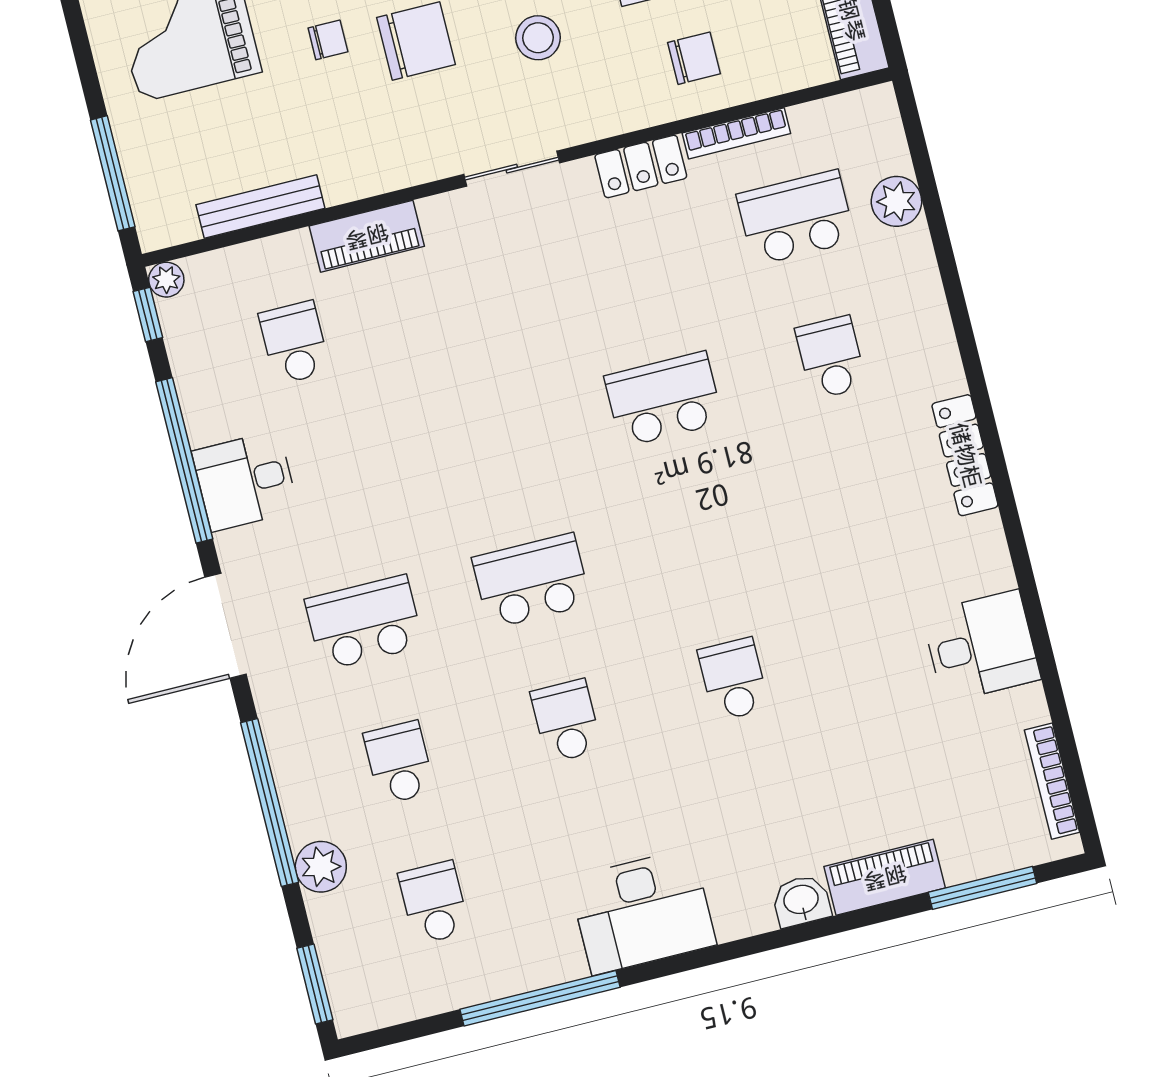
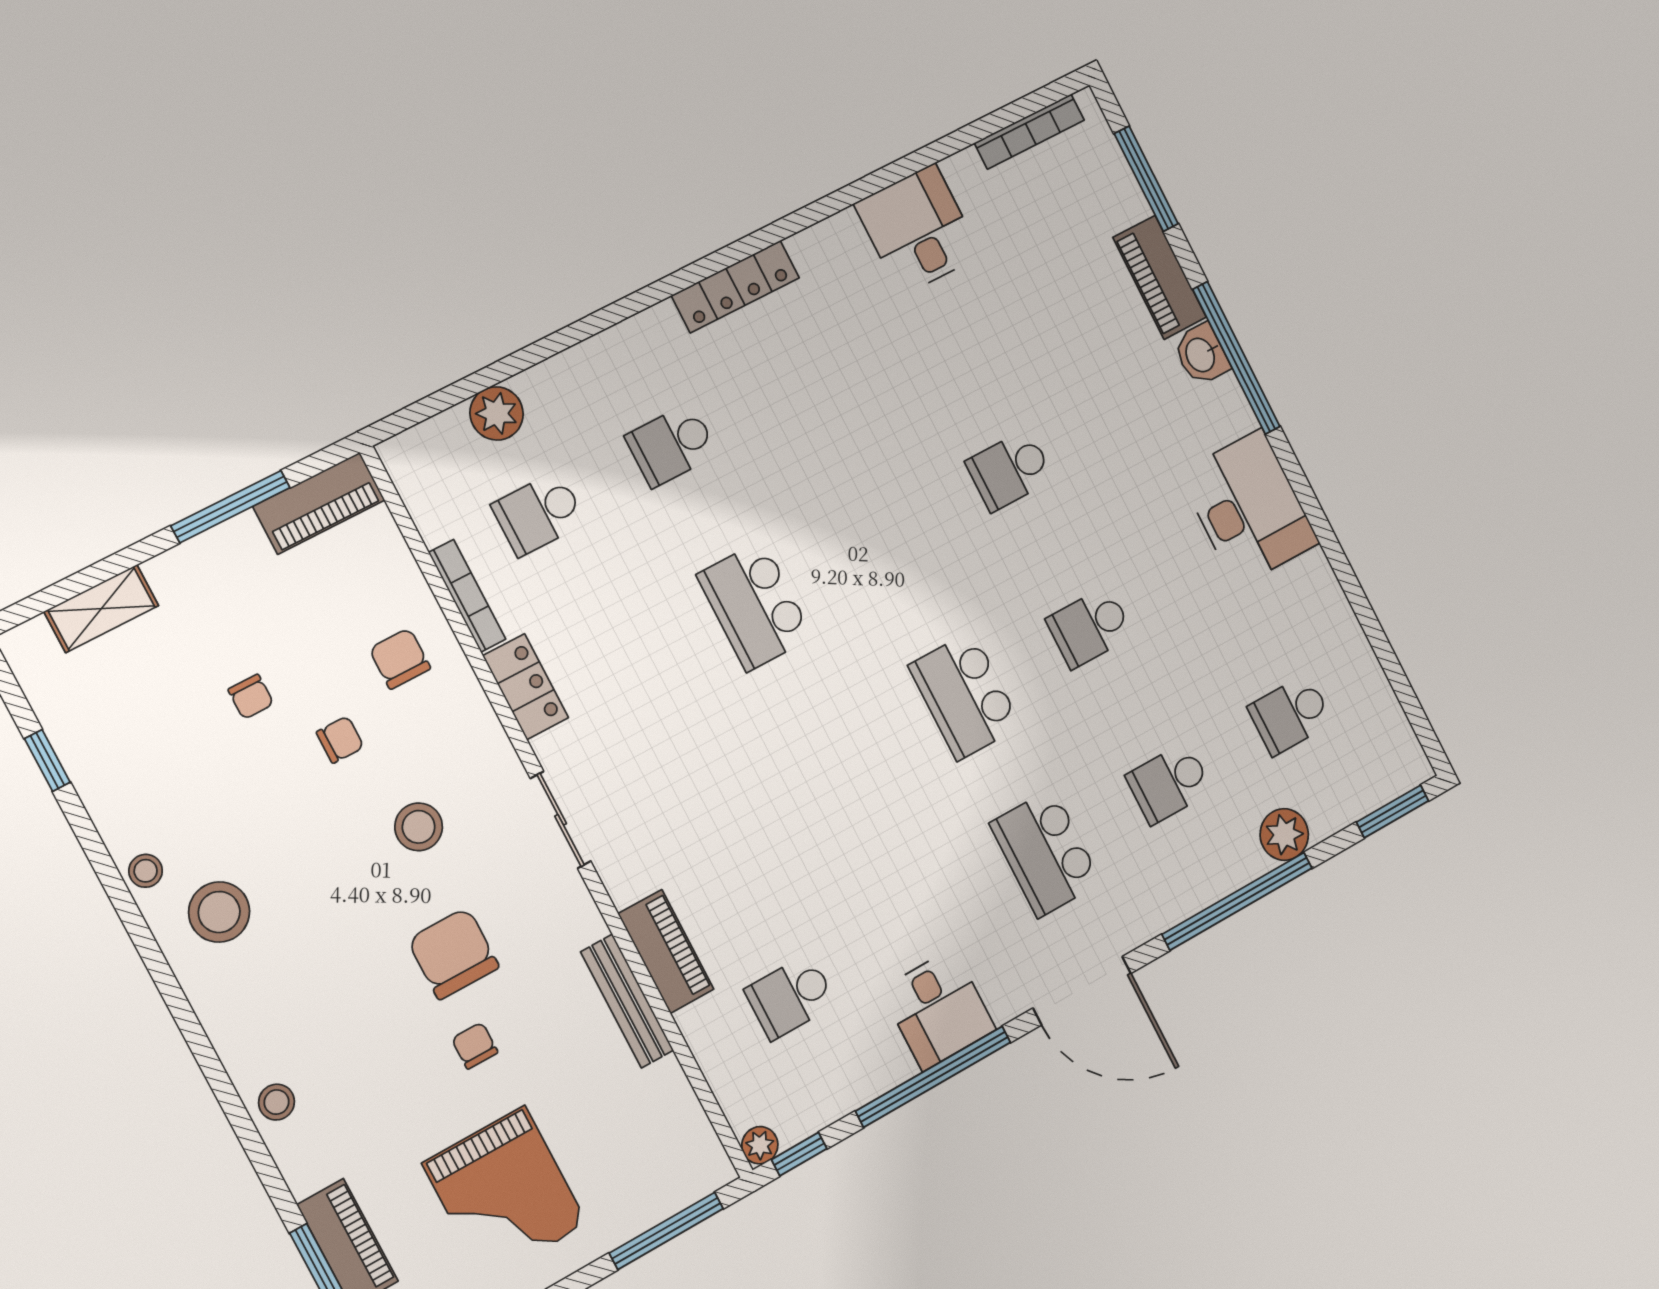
bench: (260, 207) -> (627, 1001), moved
school desk: (796, 218) -> (539, 514), width x0.54
window: (540, 998) -> (1236, 358), moved

